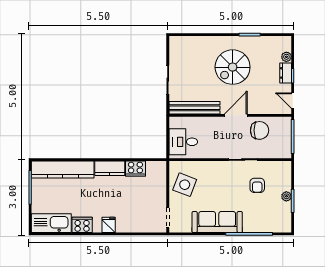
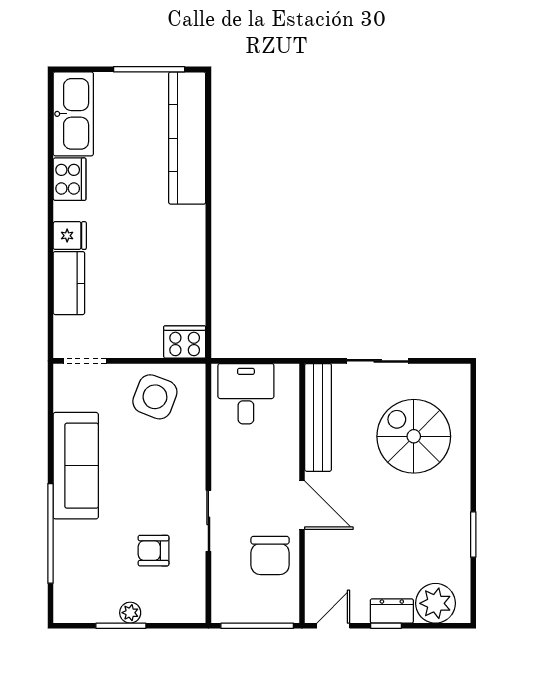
plant: (286, 57) -> (435, 603), width x1.87, depth x1.87
spiral stairs: (233, 67) -> (414, 436), moved
kitchen counter: (110, 168) -> (69, 283), moved, turned 180
cooker: (135, 168) -> (185, 342), moved, turned 90

